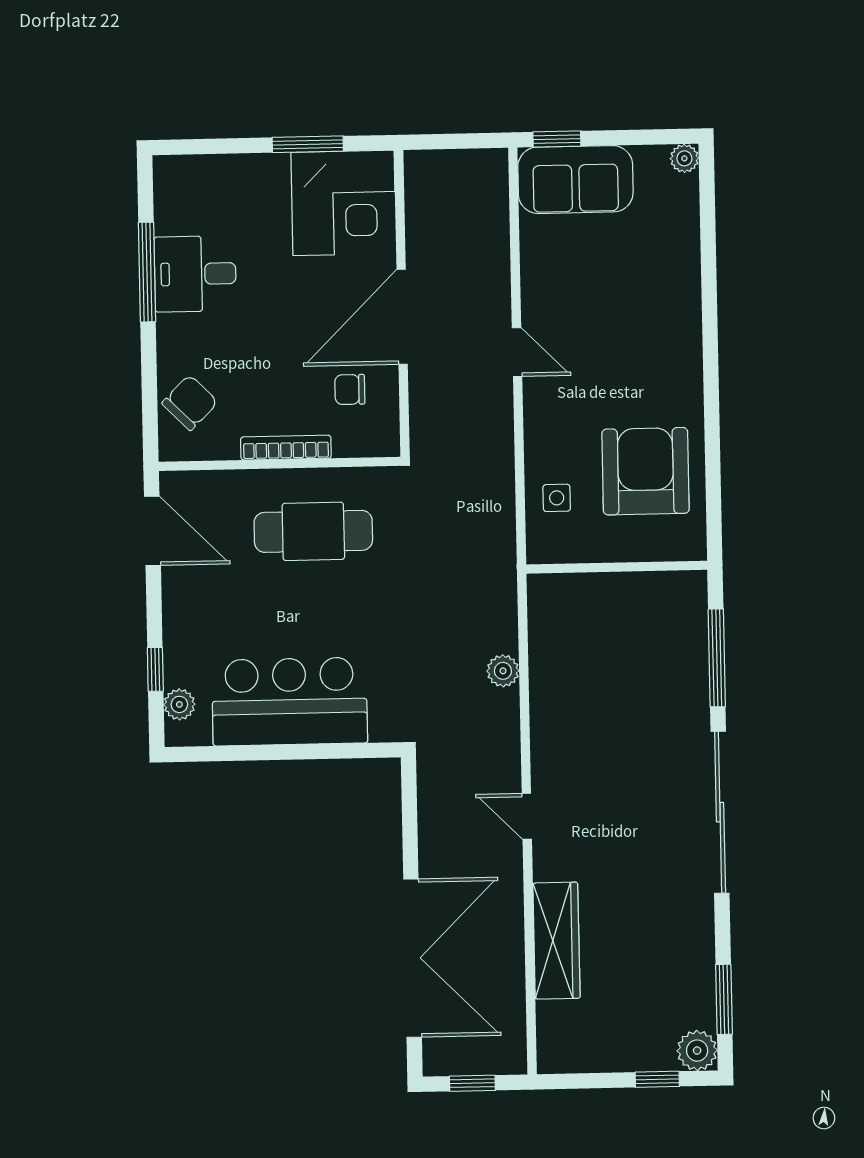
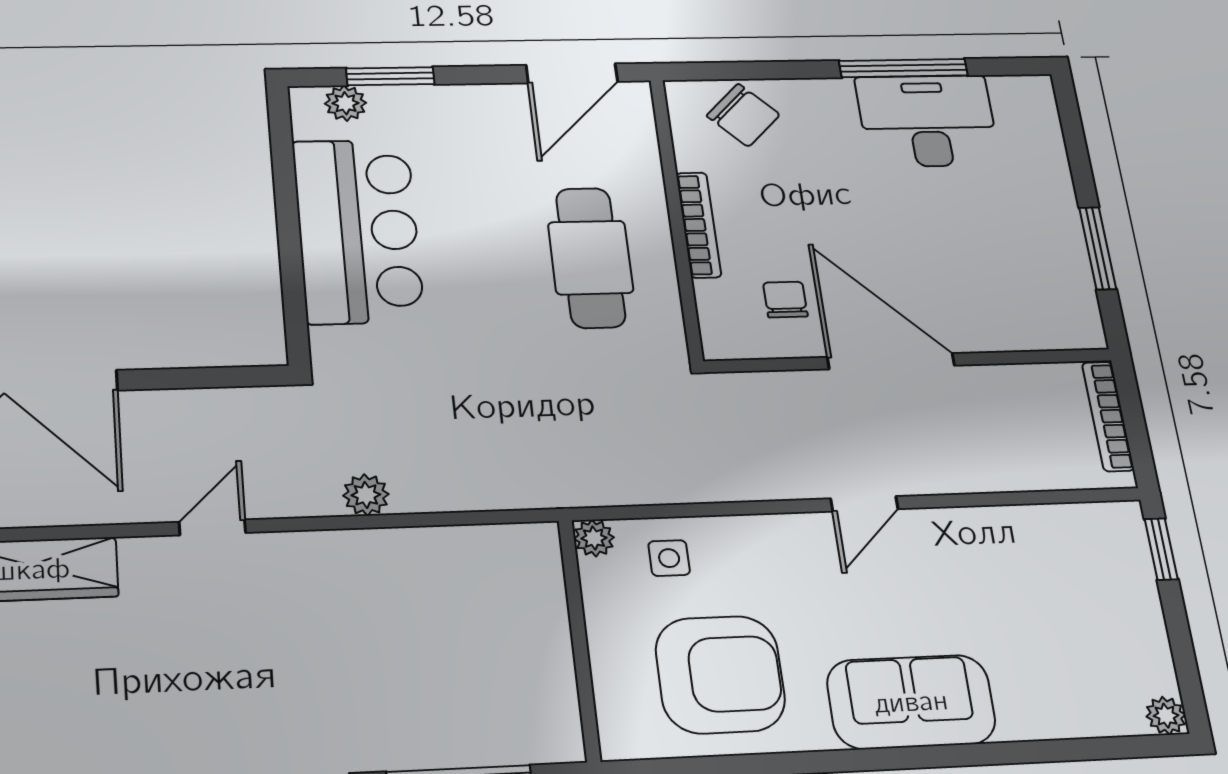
bookcase: (450, 160) -> (1108, 416), added
sofa: (575, 180) -> (911, 702), moved, turned 90
corner desk: (344, 203) -> (1030, 290), removed
desk: (195, 274) -> (927, 121), width x1.37
plant: (540, 550) -> (594, 538), added
window: (155, 669) -> (390, 76), width x1.50
plant: (503, 671) -> (366, 495), moved

